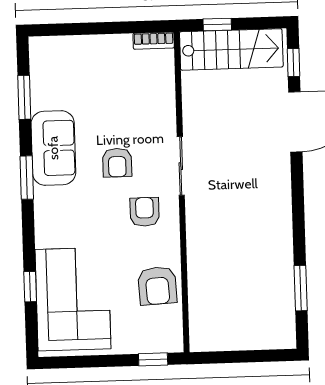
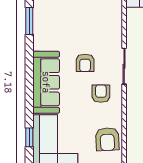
sofa: (53, 148) -> (46, 82), moved, width x1.36
window: (27, 178) -> (29, 70), removed

